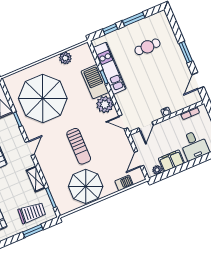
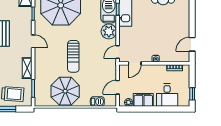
window: (186, 52) -> (192, 17), removed
door: (123, 122) -> (118, 52), hinge flipped
door: (30, 148) -> (33, 41), hinge flipped

